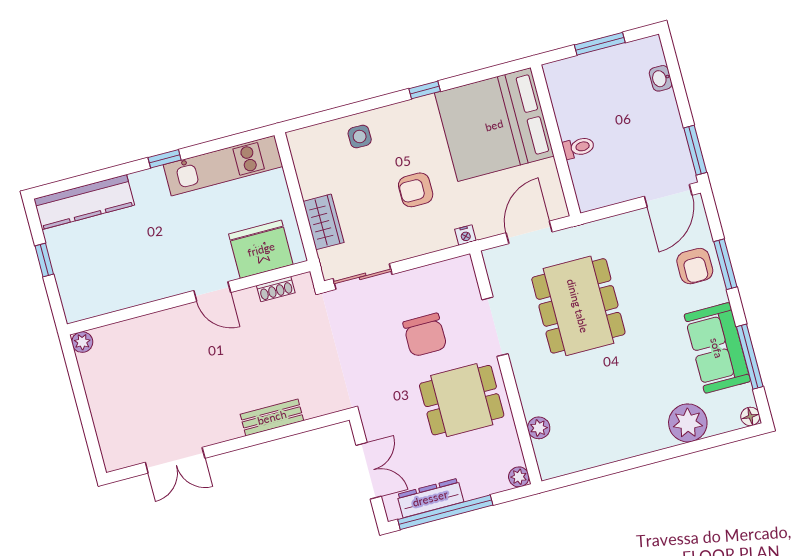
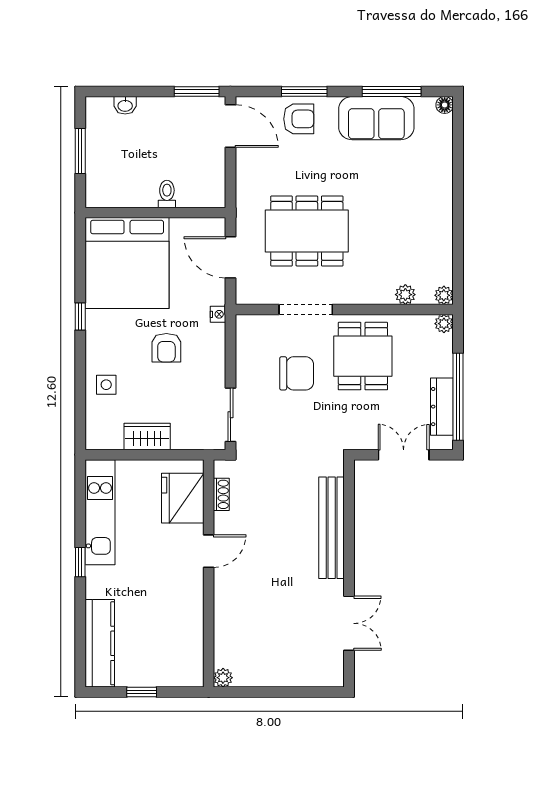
wardrobe: (323, 222) -> (147, 437), moved
bench: (272, 417) -> (332, 528), width x1.86, depth x1.21
plant: (688, 423) -> (444, 295), moved, width x0.53, depth x0.53

